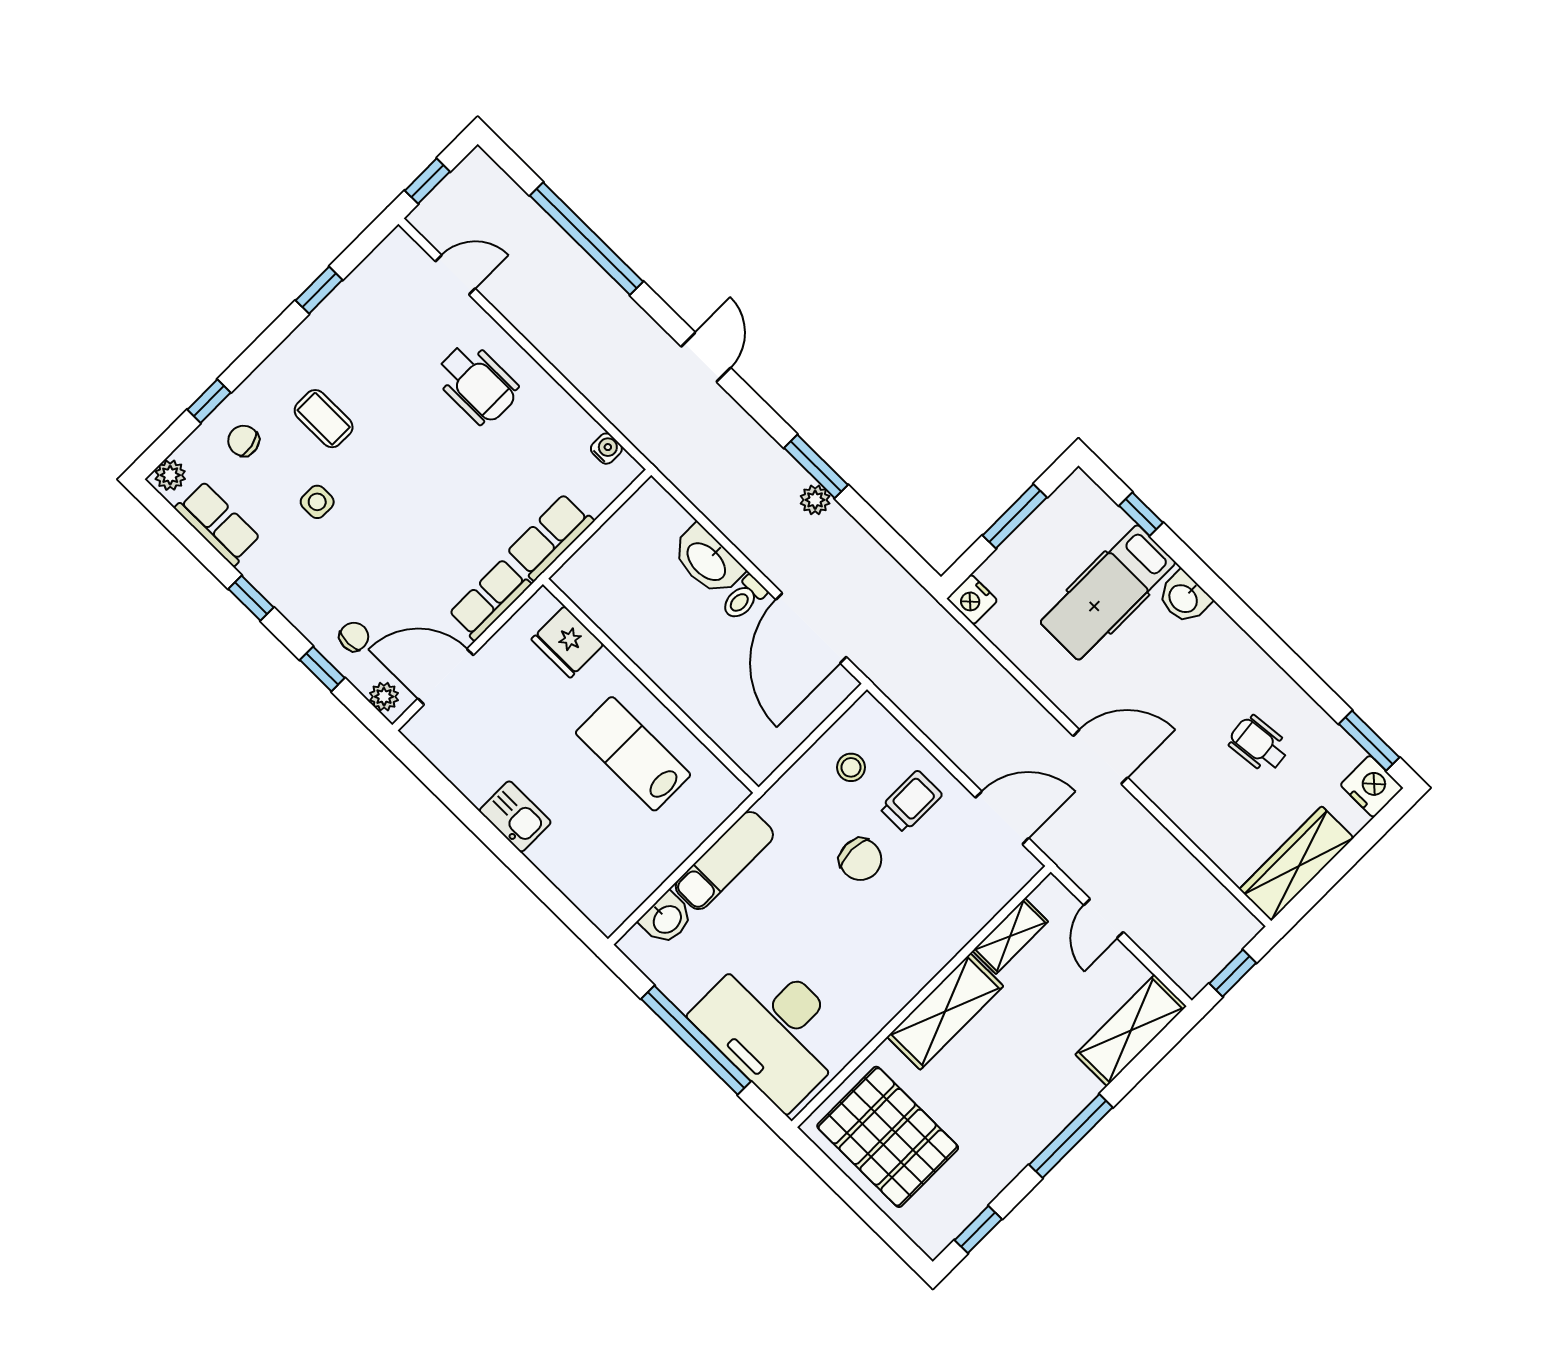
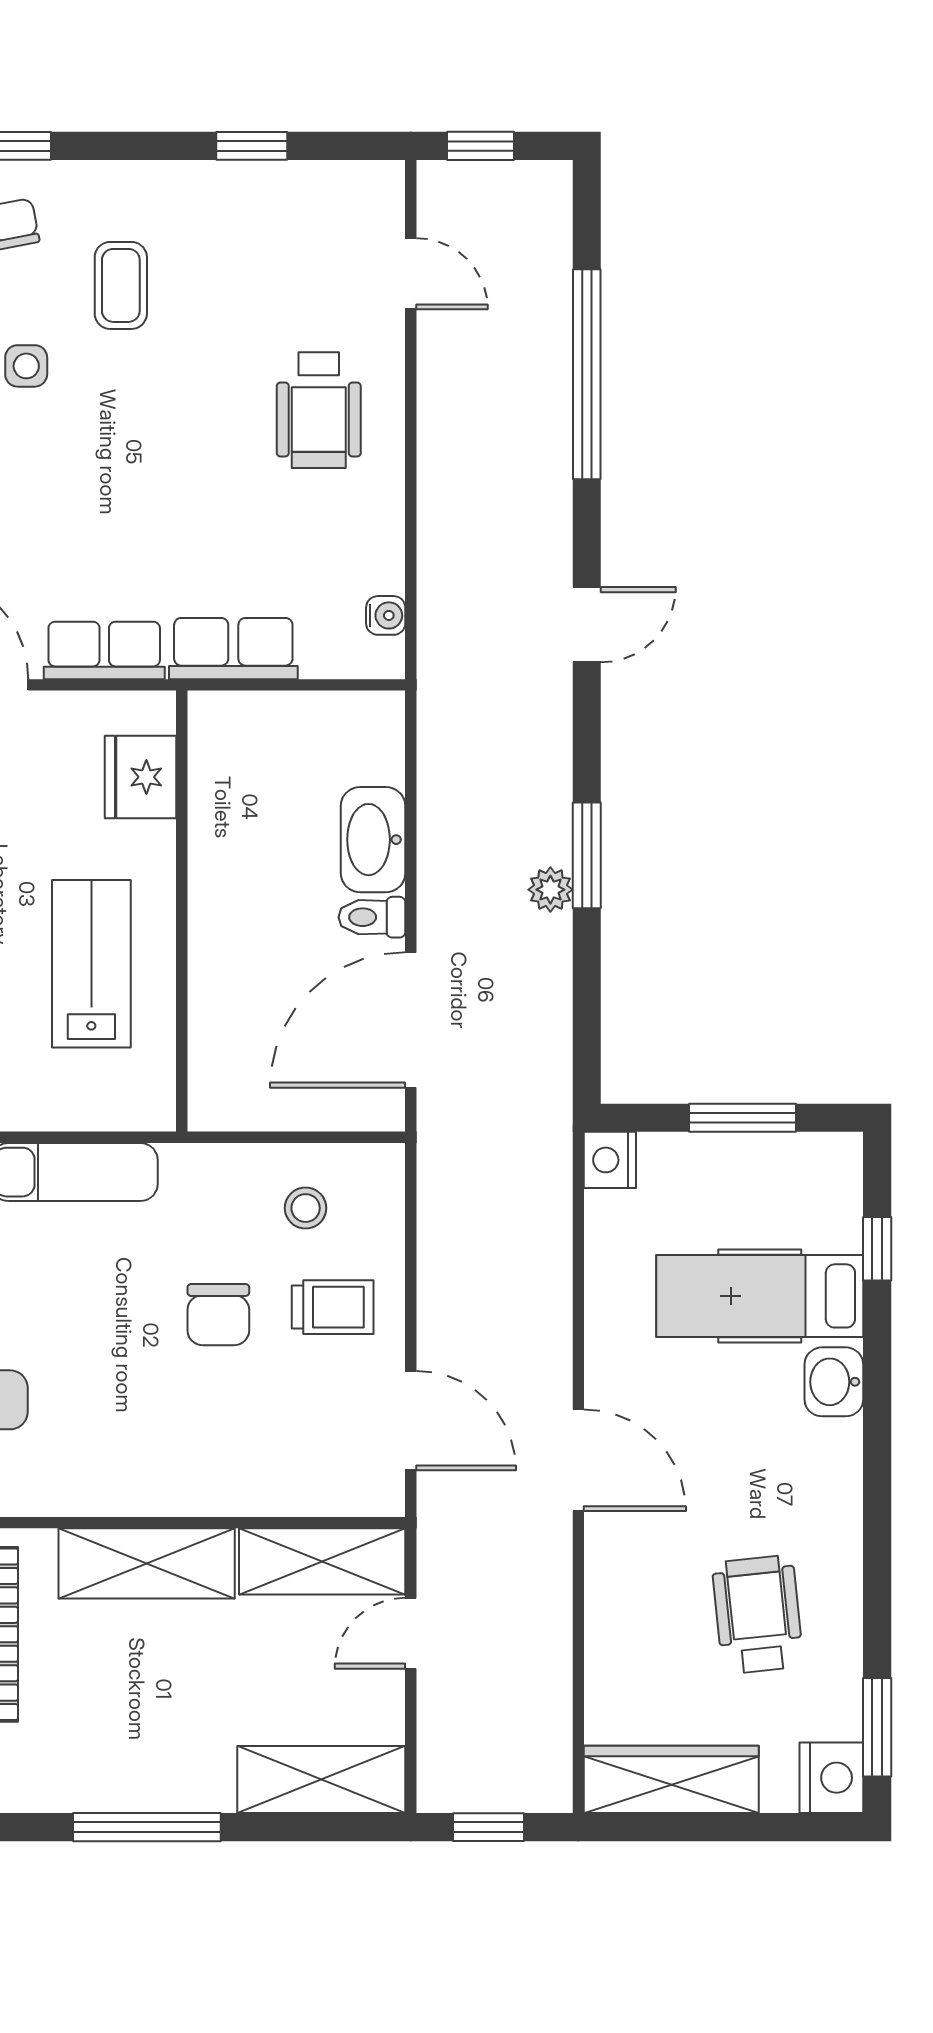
wheelchair: (1259, 744) -> (758, 1615), width x1.36, depth x1.37
shelving: (1010, 936) -> (322, 1561), width x1.50, depth x1.33

